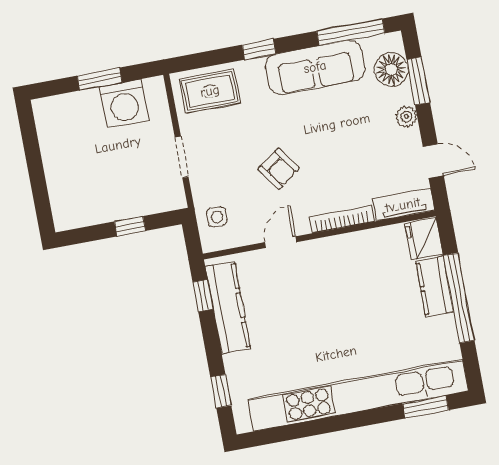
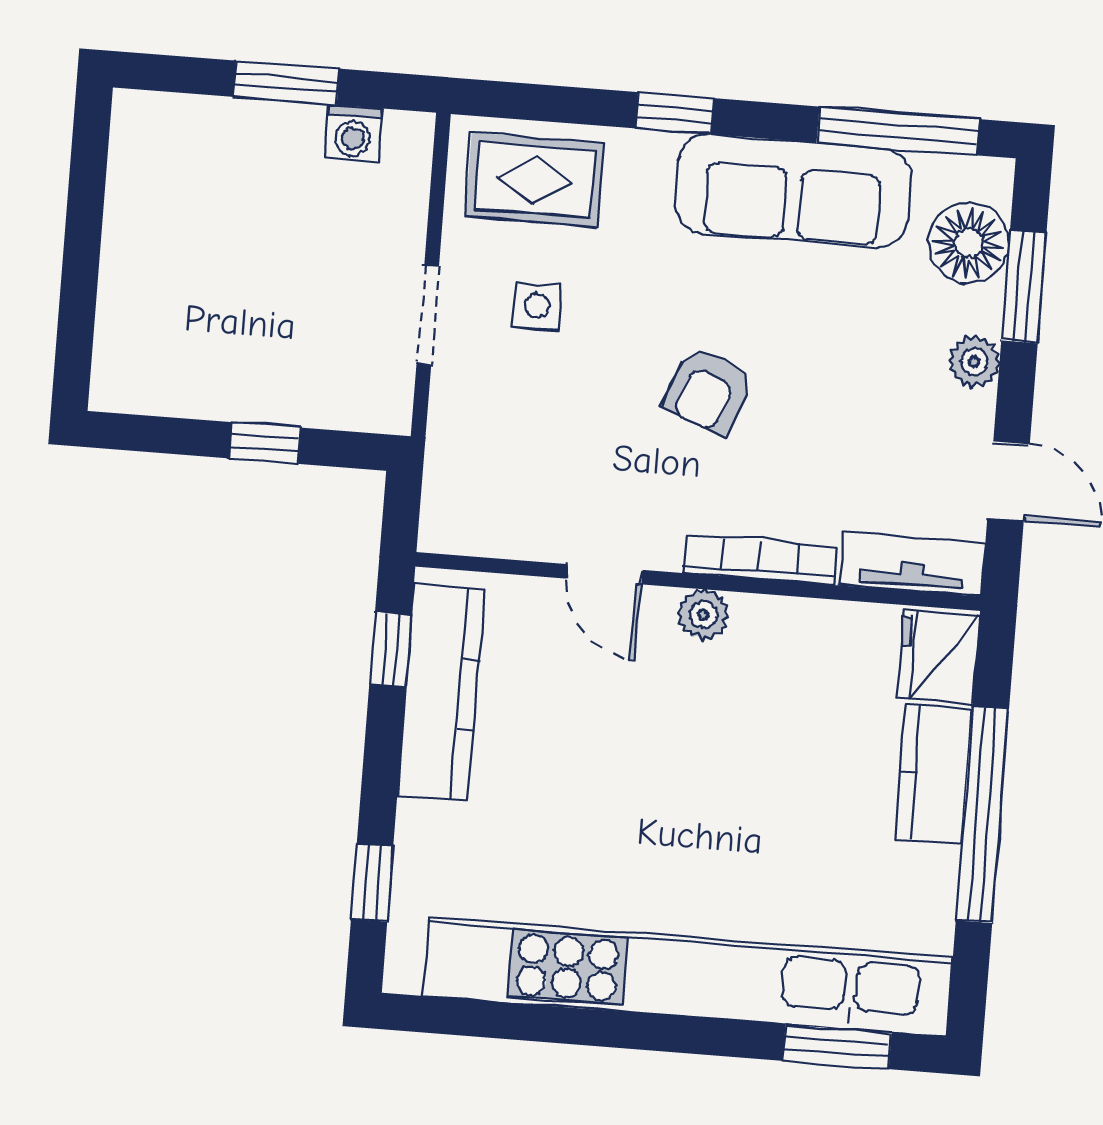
washing machine: (124, 104) -> (353, 133), width x0.53, depth x0.53
armchair: (279, 169) -> (708, 390), moved, turned 58
side table: (217, 217) -> (537, 305), moved
door: (281, 242) -> (604, 574), swing flipped
plant: (325, 248) -> (703, 615), added

